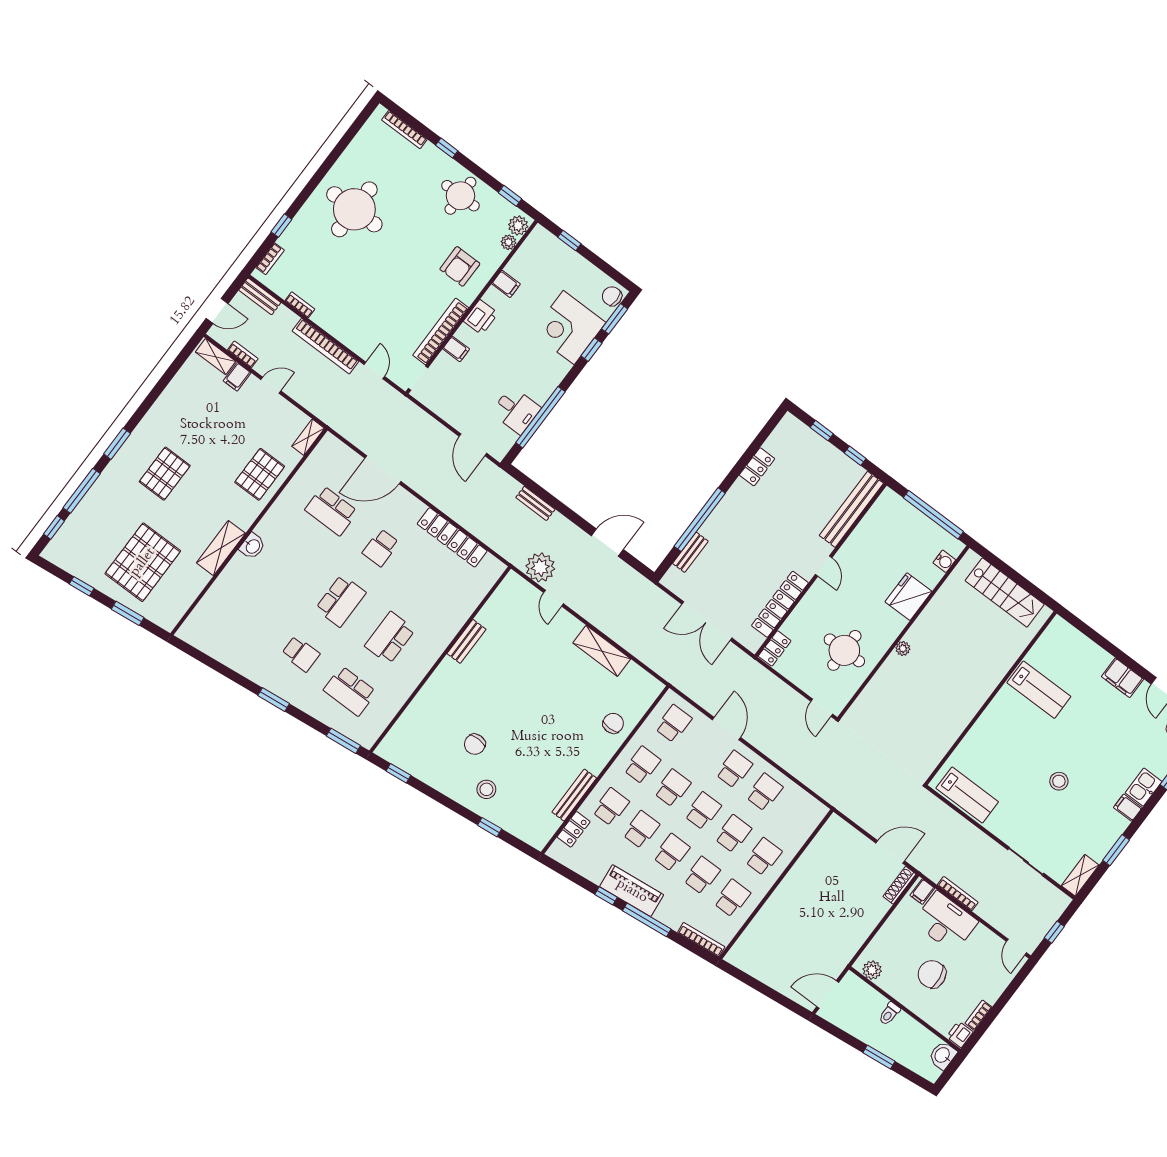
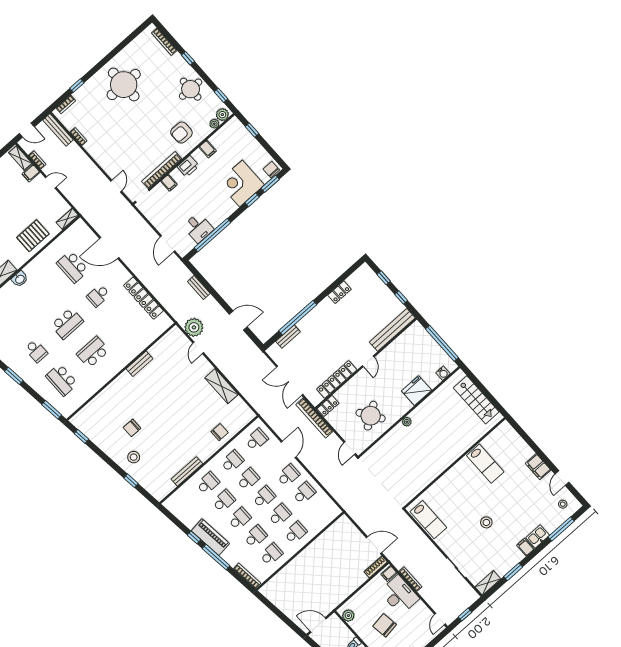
bench: (260, 296) -> (58, 130), width x1.36
bookcase: (325, 346) -> (314, 418), moved
round table: (844, 650) -> (371, 416), turned -34
locker: (574, 829) -> (182, 492), removed

